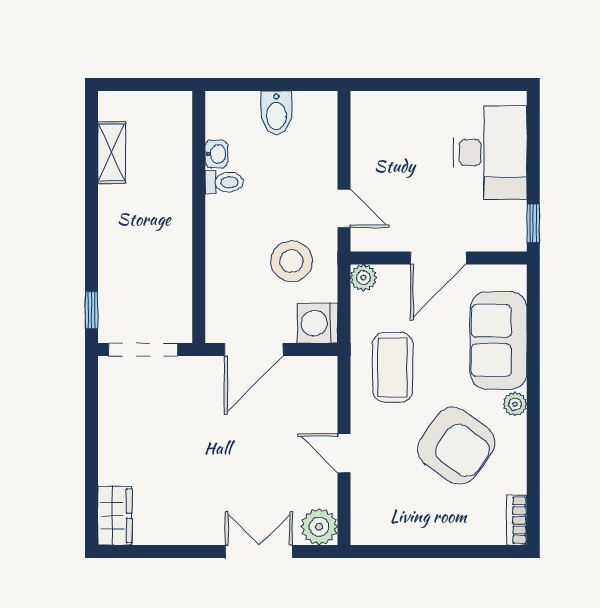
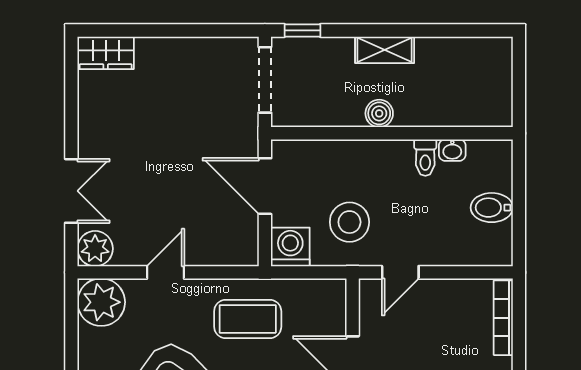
bookcase: (391, 101) -> (503, 318), added
shelving: (112, 152) -> (385, 50), moved
boiler: (178, 230) -> (379, 113), added
plant: (363, 278) -> (101, 302), moved, width x1.88, depth x1.88

